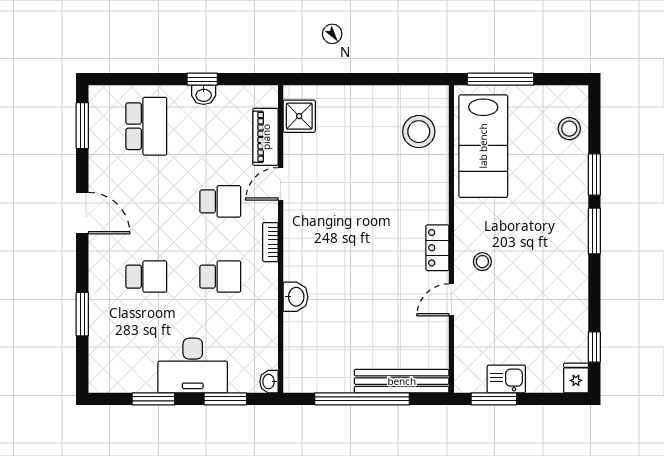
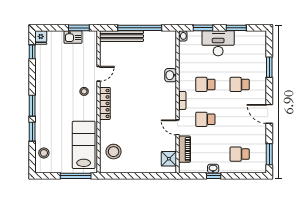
school desk: (146, 126) -> (240, 154), width x0.54
door: (281, 184) -> (177, 127), swing flipped
locker: (437, 248) -> (105, 103), width x1.53

